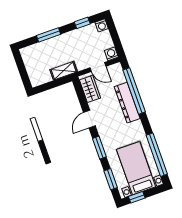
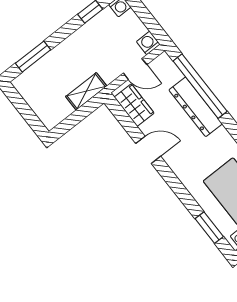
window: (49, 35) -> (33, 57), moved
door: (89, 119) -> (148, 150), swing flipped
window: (99, 148) -> (177, 187), removed

